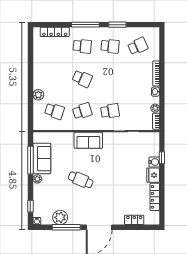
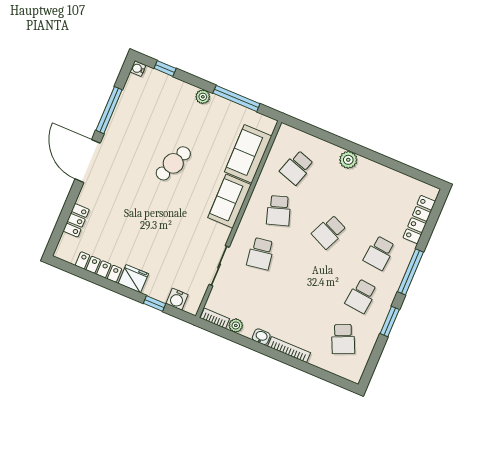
plant: (38, 95) -> (348, 160), moved
sofa: (42, 159) -> (248, 154), moved, turned 90
water cooler: (154, 162) -> (177, 299), moved
plant: (60, 217) -> (128, 107), removed

